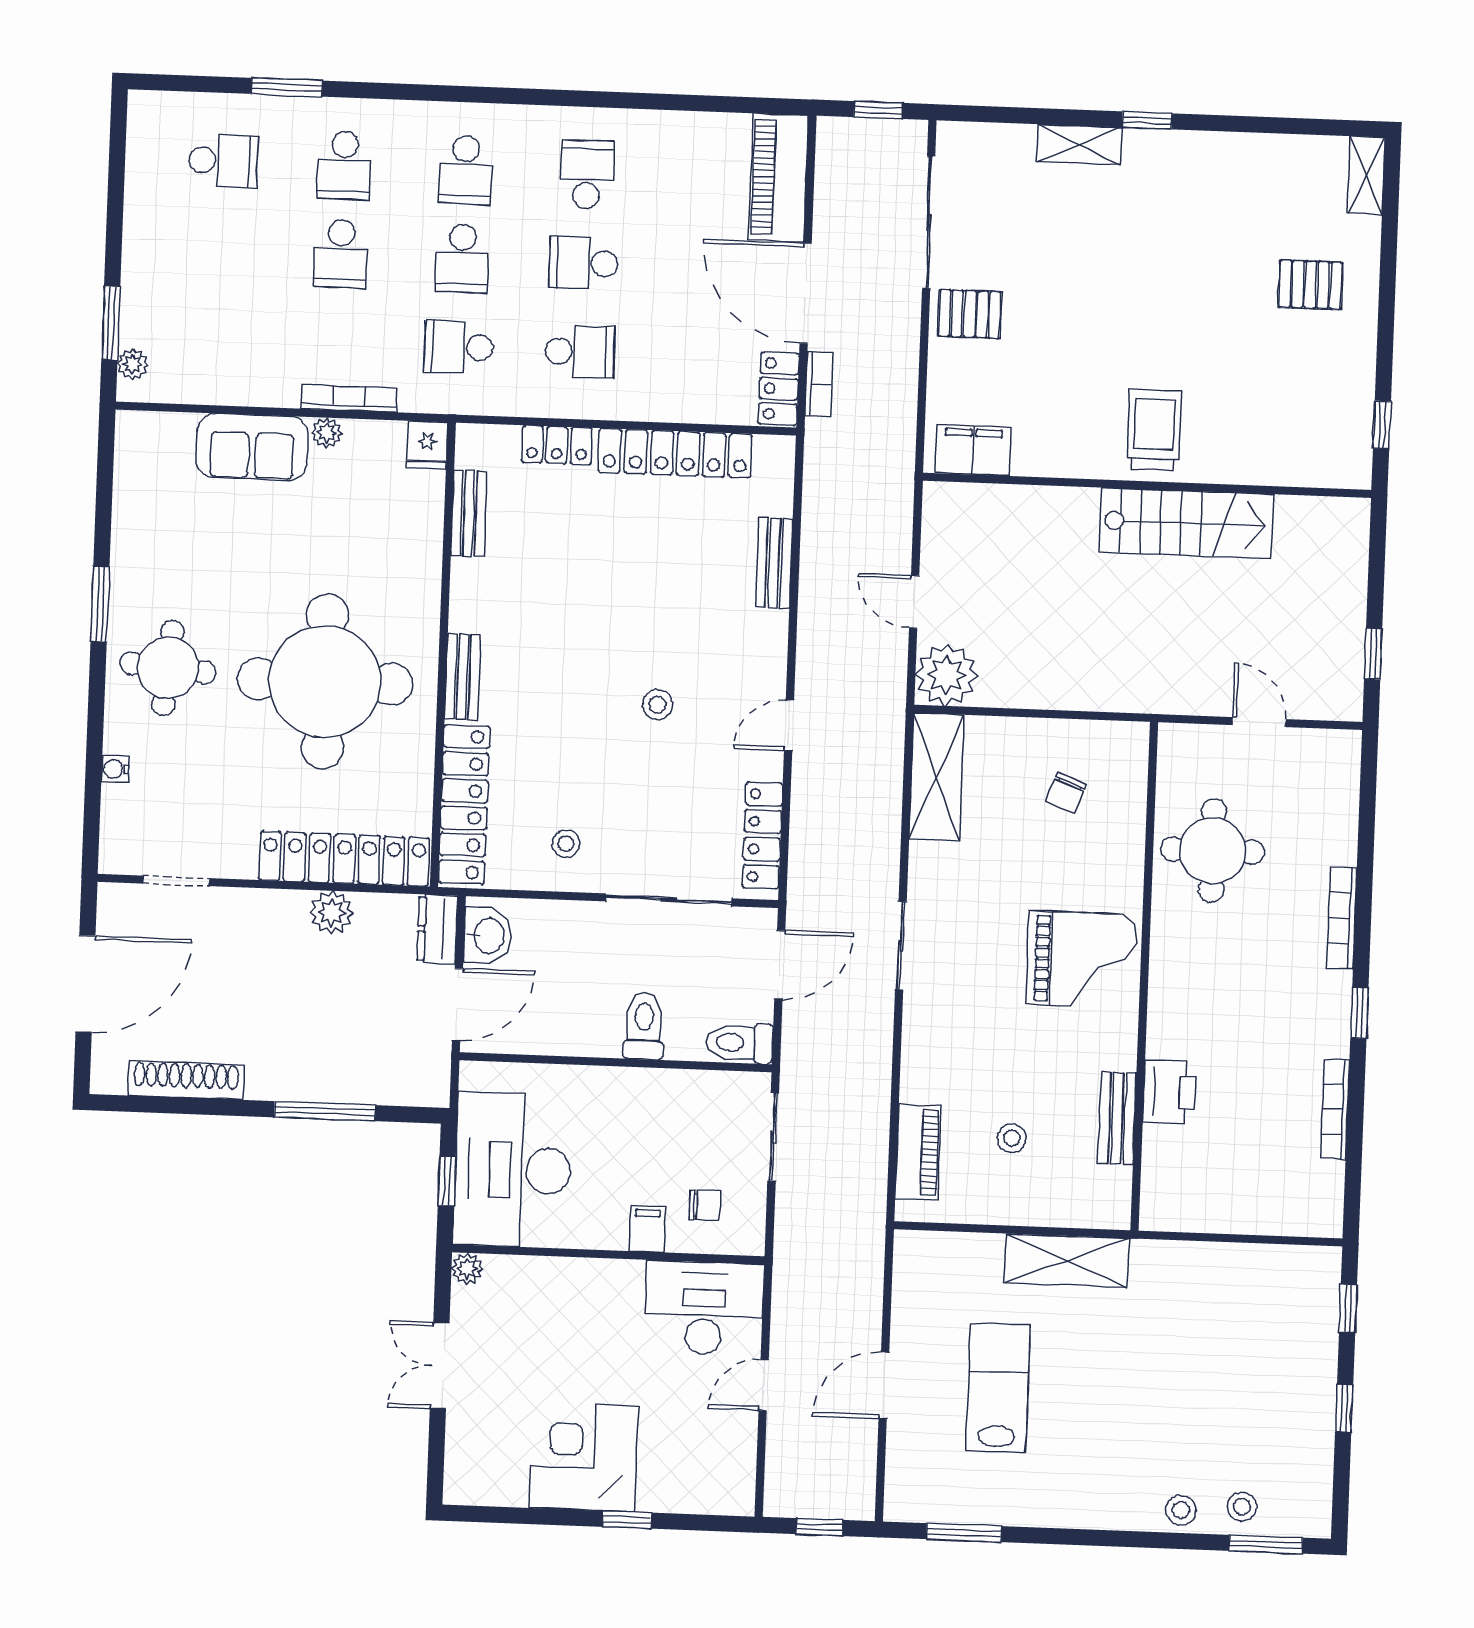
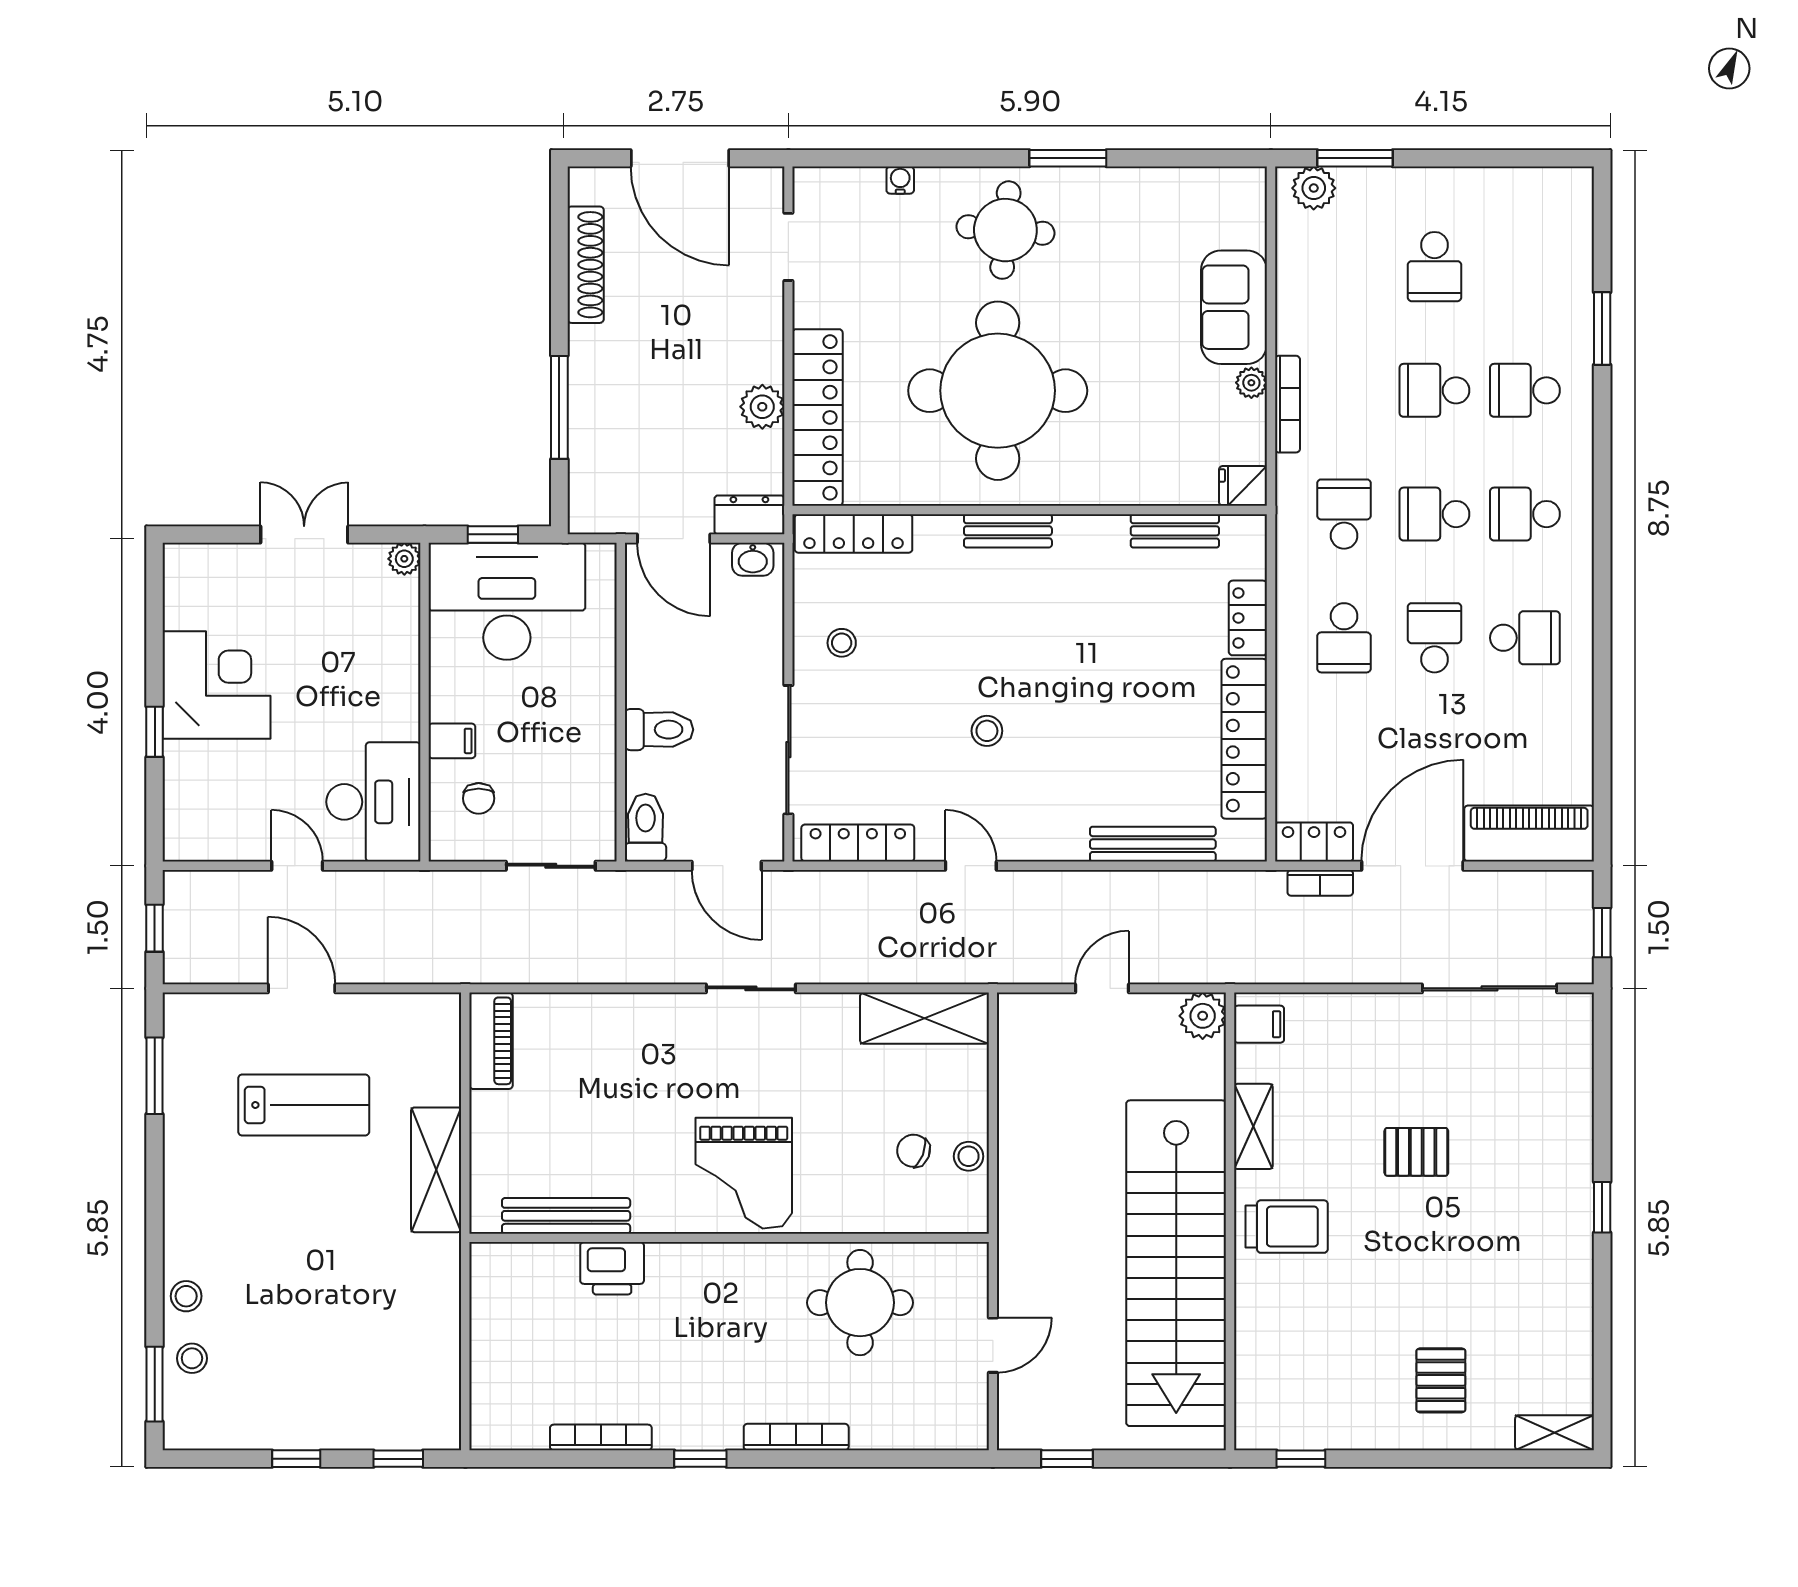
shelving: (1079, 145) -> (1253, 1126), moved
school desk: (223, 161) -> (1434, 267), moved
pallet: (970, 314) -> (1416, 1152), moved, turned 90
plant: (133, 364) -> (1314, 188), width x1.38, depth x1.38
filing cabinet: (973, 450) -> (1259, 1024), width x0.50
stairs: (1187, 523) -> (1176, 1263), width x1.86, depth x1.51
bench: (774, 563) -> (1153, 844), width x1.36
plant: (946, 675) -> (1203, 1016), moved, width x0.73, depth x0.73
locker: (464, 804) -> (854, 533), width x0.71, depth x0.83
washbasin: (488, 936) -> (753, 559), width x0.72, depth x0.69
bench: (1117, 1118) -> (566, 1216), width x1.36
stool: (1012, 1138) -> (969, 1156), moved
piano: (918, 1152) -> (491, 1041), moved, turned -90

